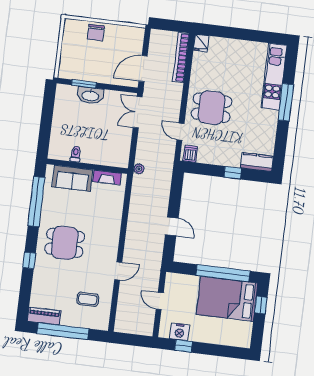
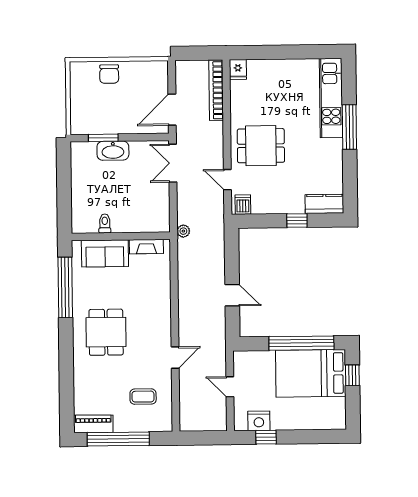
dining table: (65, 243) -> (106, 332), turned 90
window: (29, 260) -> (66, 359), removed

